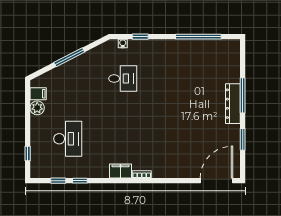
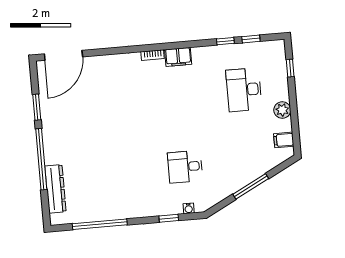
window: (243, 95) -> (41, 159), width x1.46
dresser: (233, 104) -> (55, 189), moved
plant: (37, 108) -> (282, 110), moved

